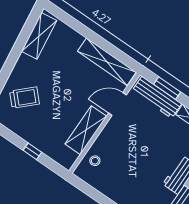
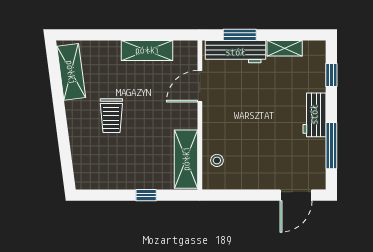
shelving: (107, 62) -> (147, 50), width x0.68
trolley: (24, 98) -> (111, 116), moved, turned 134
shelving: (86, 130) -> (186, 159), moved

